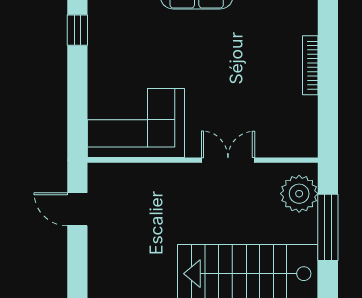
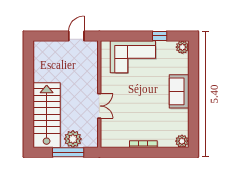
corner sofa: (136, 123) -> (133, 57), moved, turned 90
plant: (299, 194) -> (73, 139), moved

